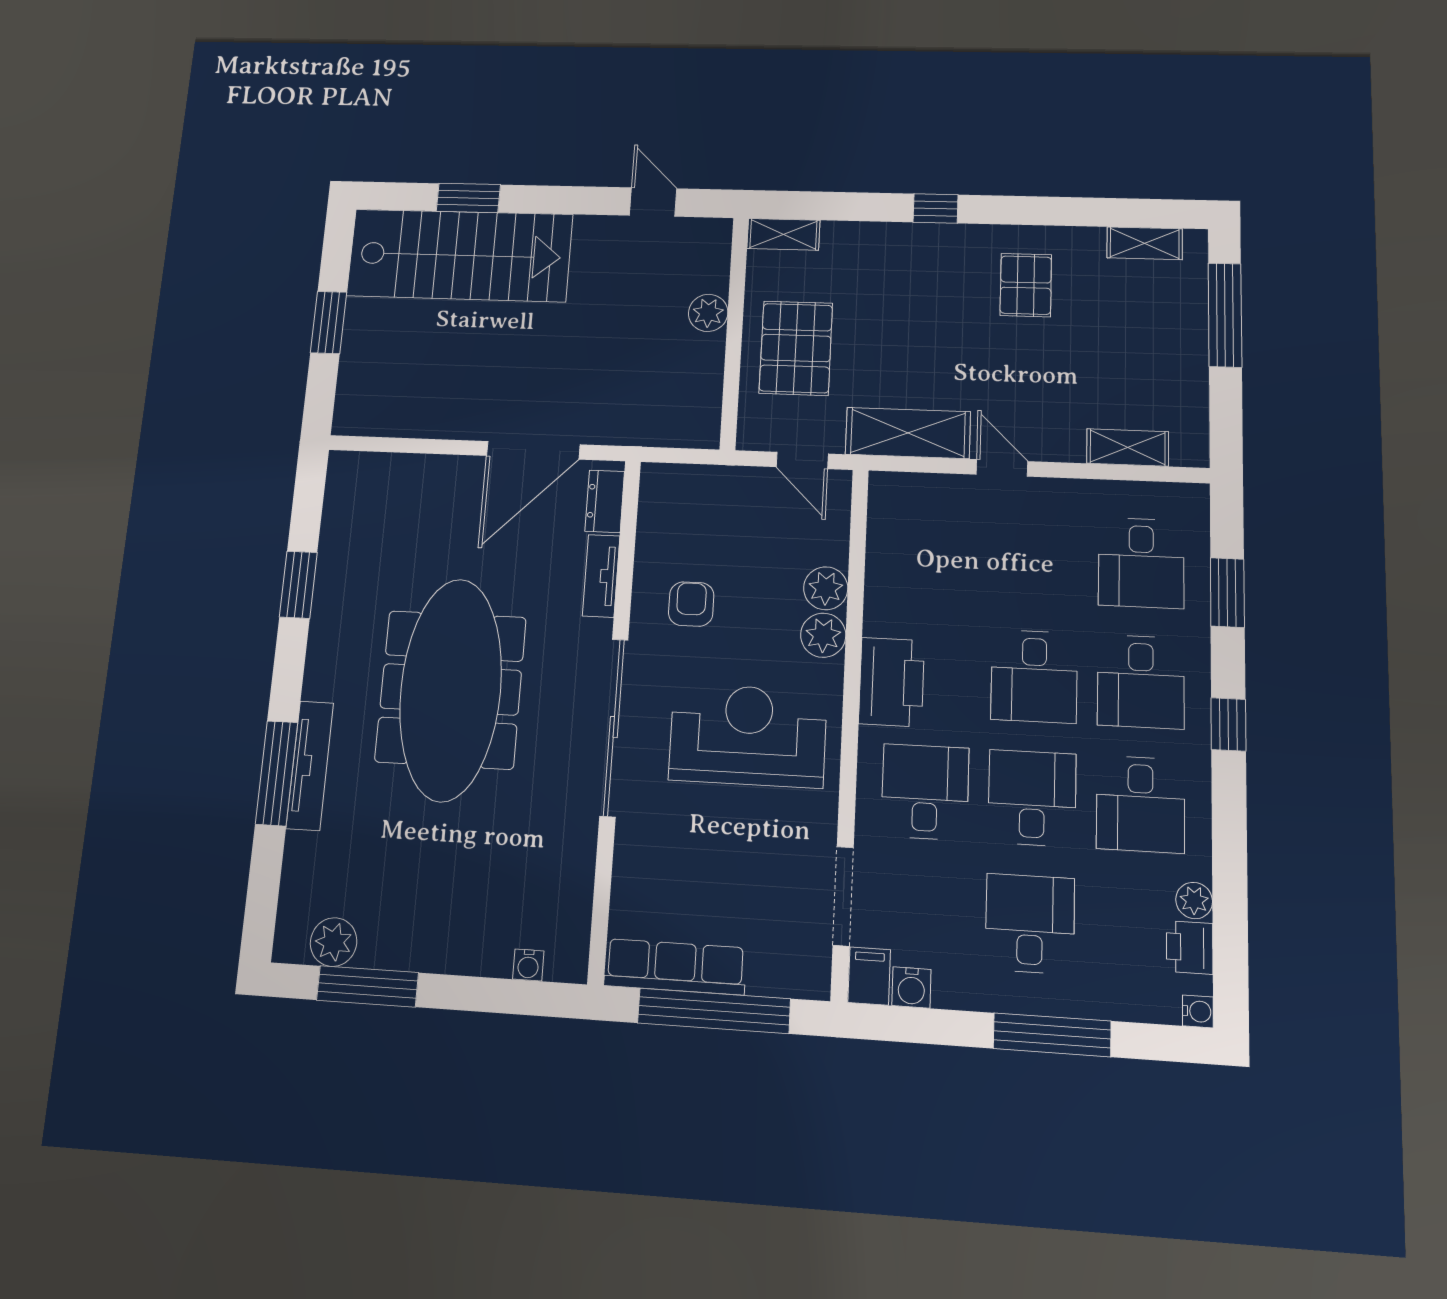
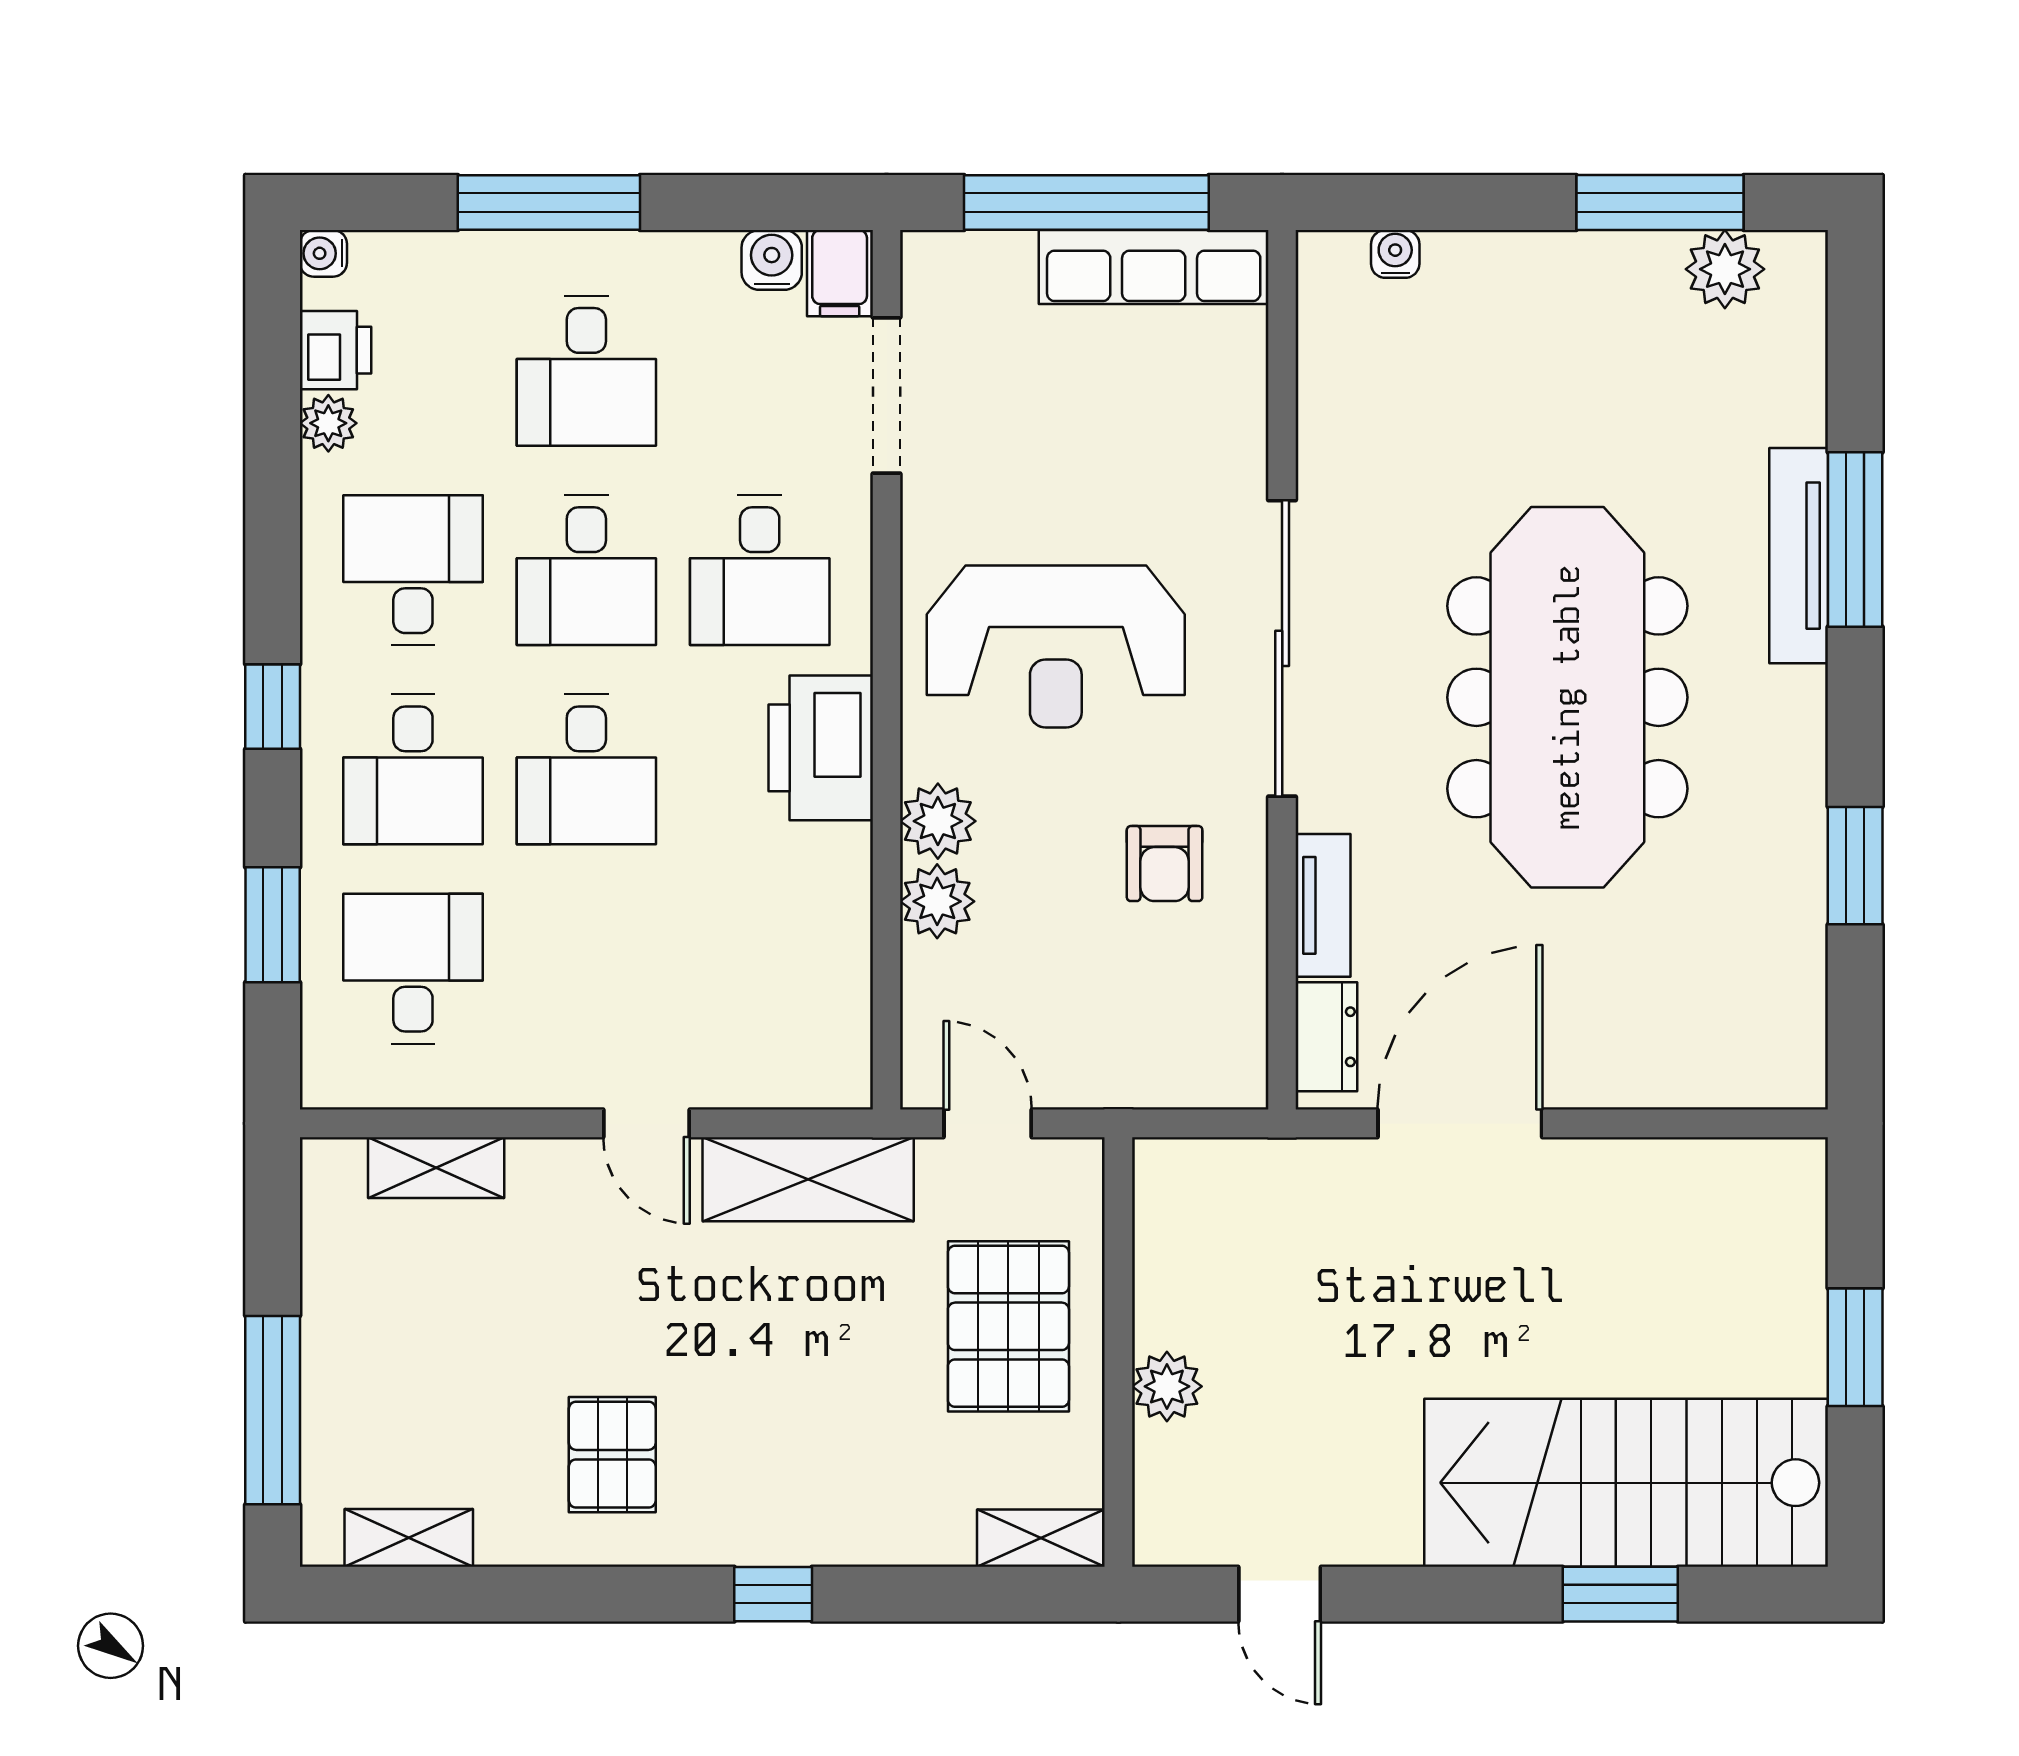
desk: (1034, 676) -> (586, 769), turned 180
desk: (1141, 682) -> (413, 769), turned 180

